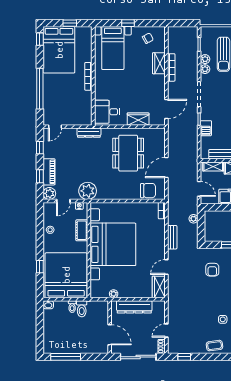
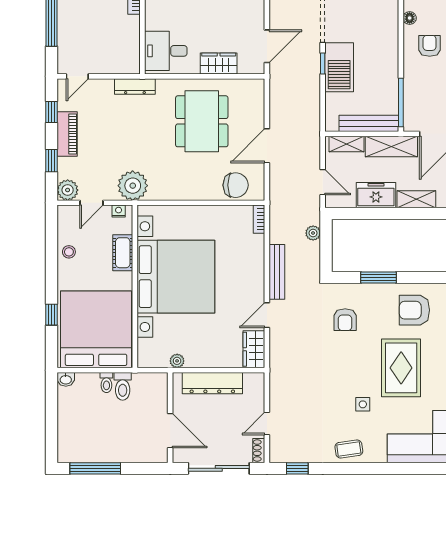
barbecue: (206, 128) -> (339, 67), width x1.88, depth x1.53
piano: (49, 172) -> (67, 134), moved
bench: (172, 237) -> (277, 272), width x1.36

